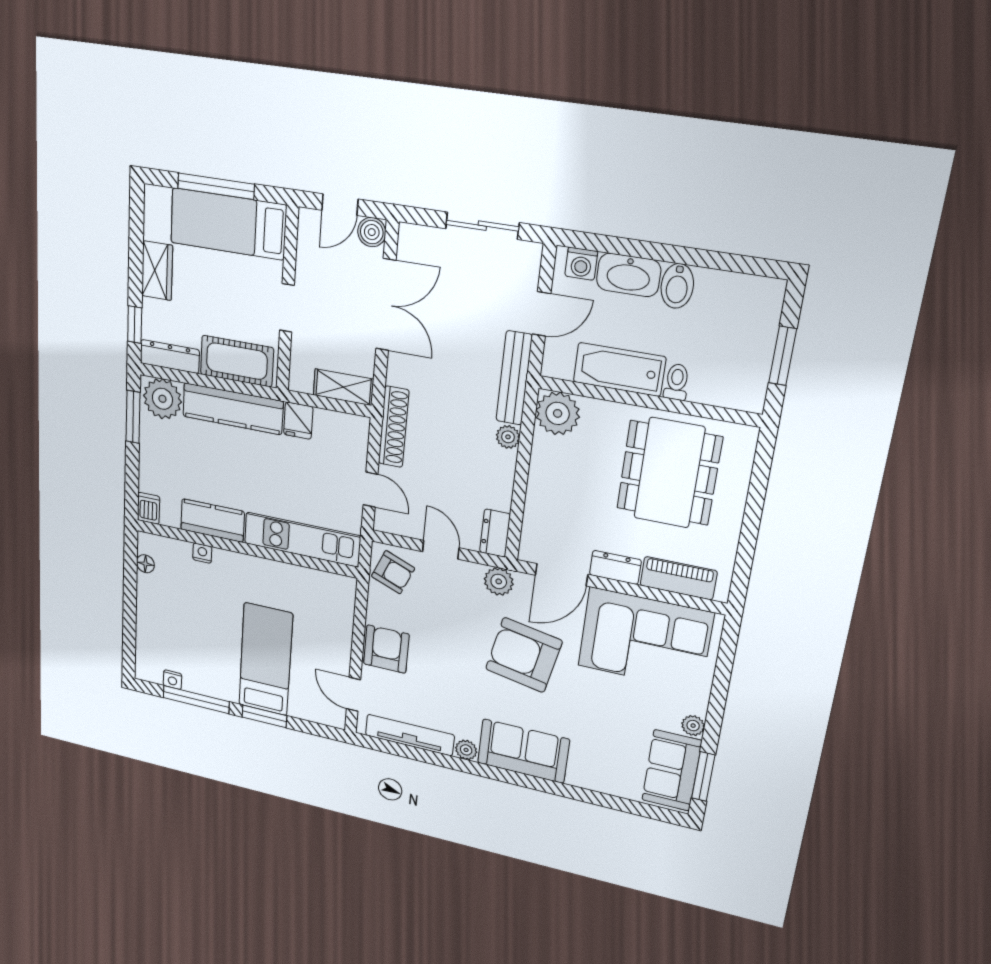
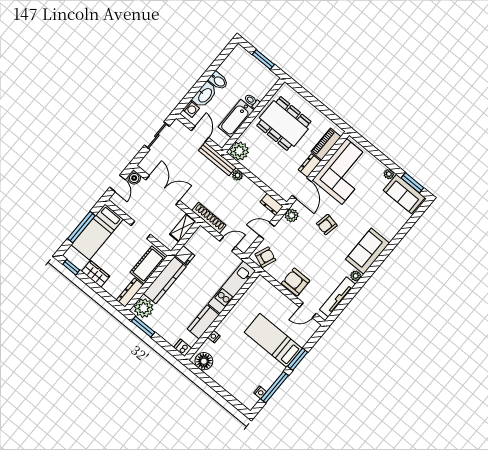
window: (135, 325) -> (71, 267), moved
floor lamp: (145, 564) -> (204, 361), width x1.89, depth x1.89
armchair: (524, 655) -> (327, 225), width x0.53, depth x0.53

